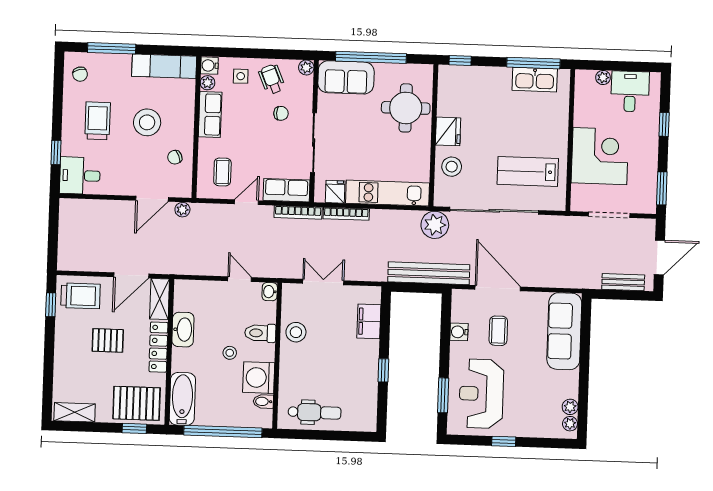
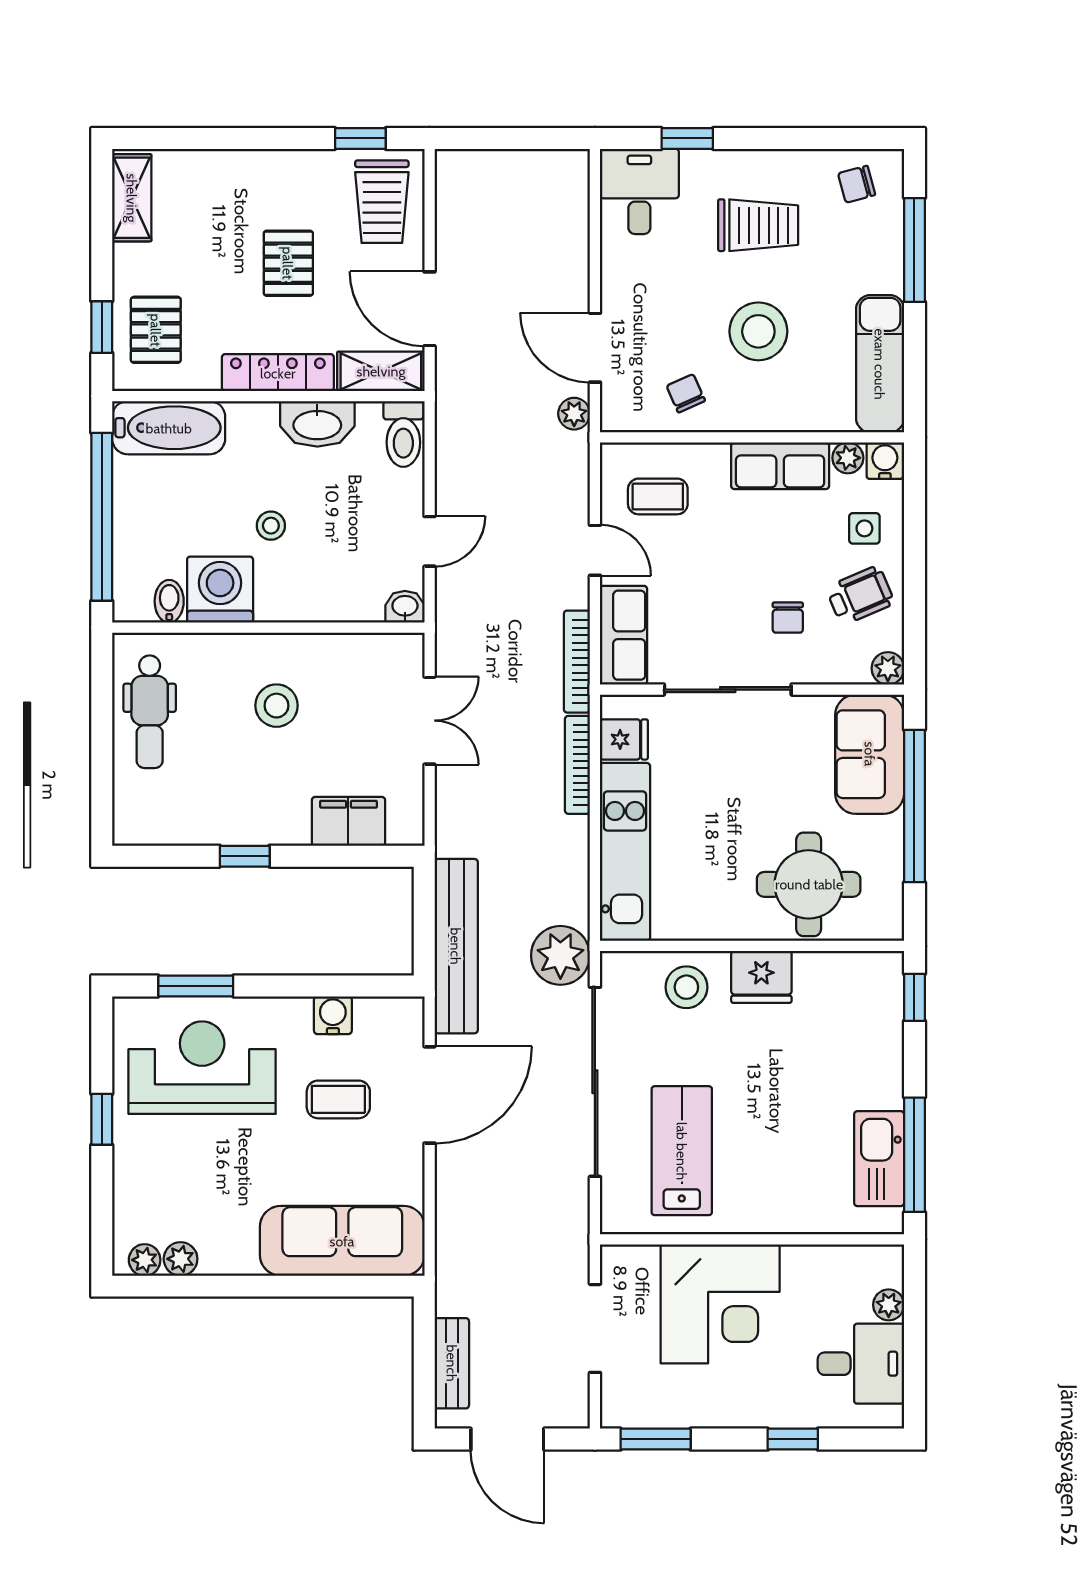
stool: (296, 332) -> (277, 706), moved
toilet: (260, 333) -> (403, 434), moved, turned 180
pallet: (137, 403) -> (156, 330), width x0.67, depth x0.71

